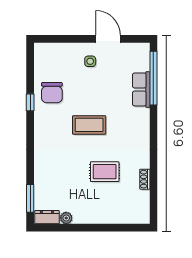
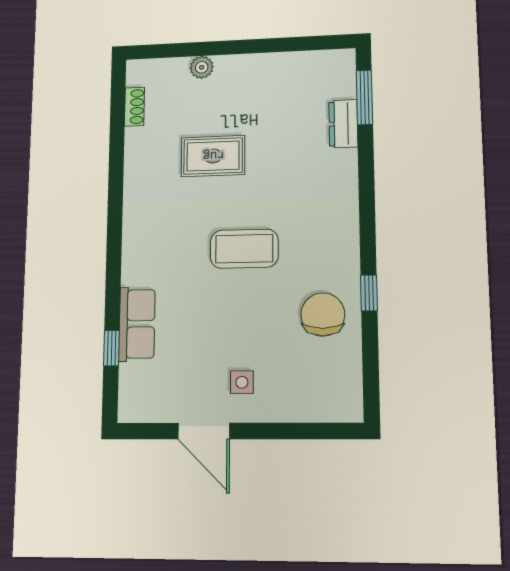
window: (153, 78) -> (111, 348), width x0.32
shoe rack: (145, 179) -> (134, 107), moved
dresser: (47, 217) -> (343, 124), moved, turned 90
plant: (66, 218) -> (202, 67), moved

